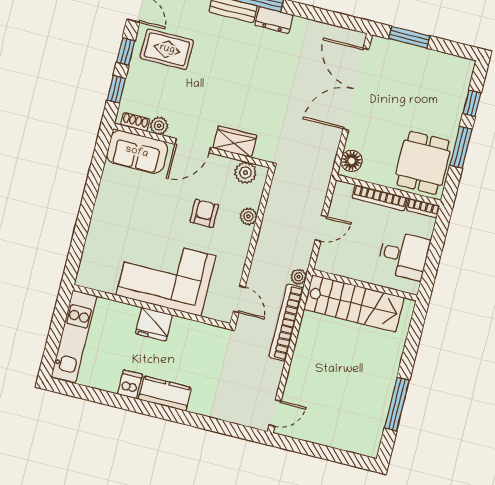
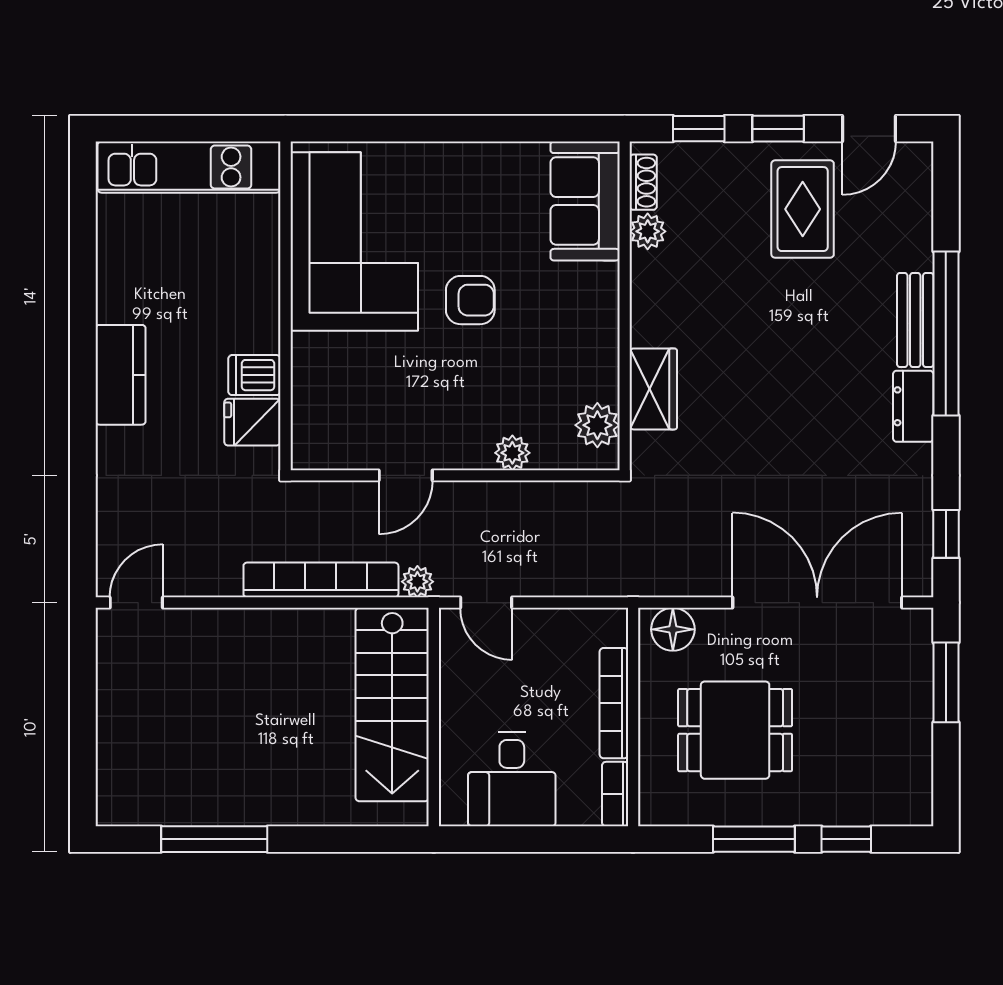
window: (338, 20) -> (946, 534), added
door: (193, 146) -> (625, 308), removed
dining table: (423, 163) -> (735, 730), moved
armchair: (204, 213) -> (470, 300), moved
door: (321, 228) -> (486, 603), moved
corner sofa: (166, 276) -> (354, 242), moved
door: (239, 299) -> (406, 475), moved
fridge: (154, 324) -> (252, 422), moved, width x0.72
dishwasher: (130, 384) -> (254, 375), moved, turned 180
door: (275, 413) -> (136, 603), swing flipped

